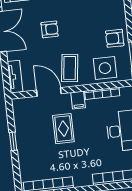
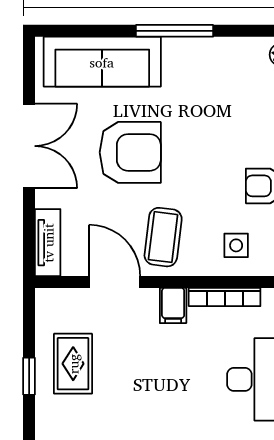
armchair: (50, 29) -> (130, 152), width x1.88, depth x1.88
side table: (105, 68) -> (236, 245), width x0.54, depth x0.54
rug: (63, 129) -> (73, 364), moved

